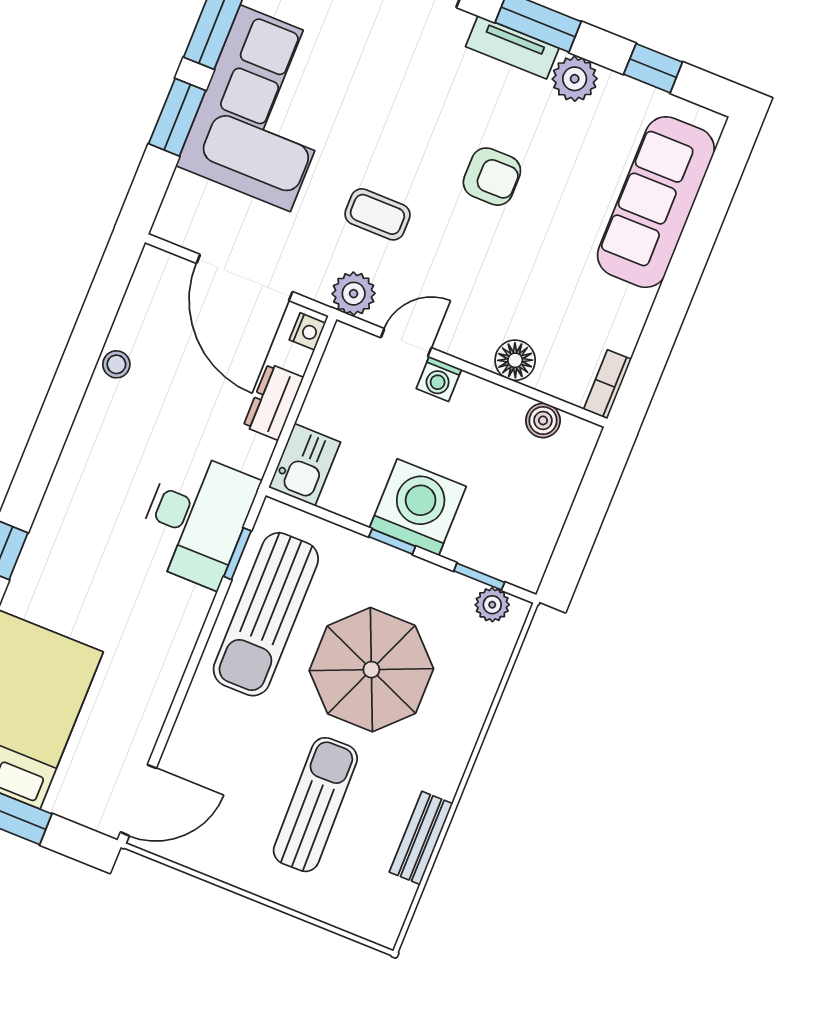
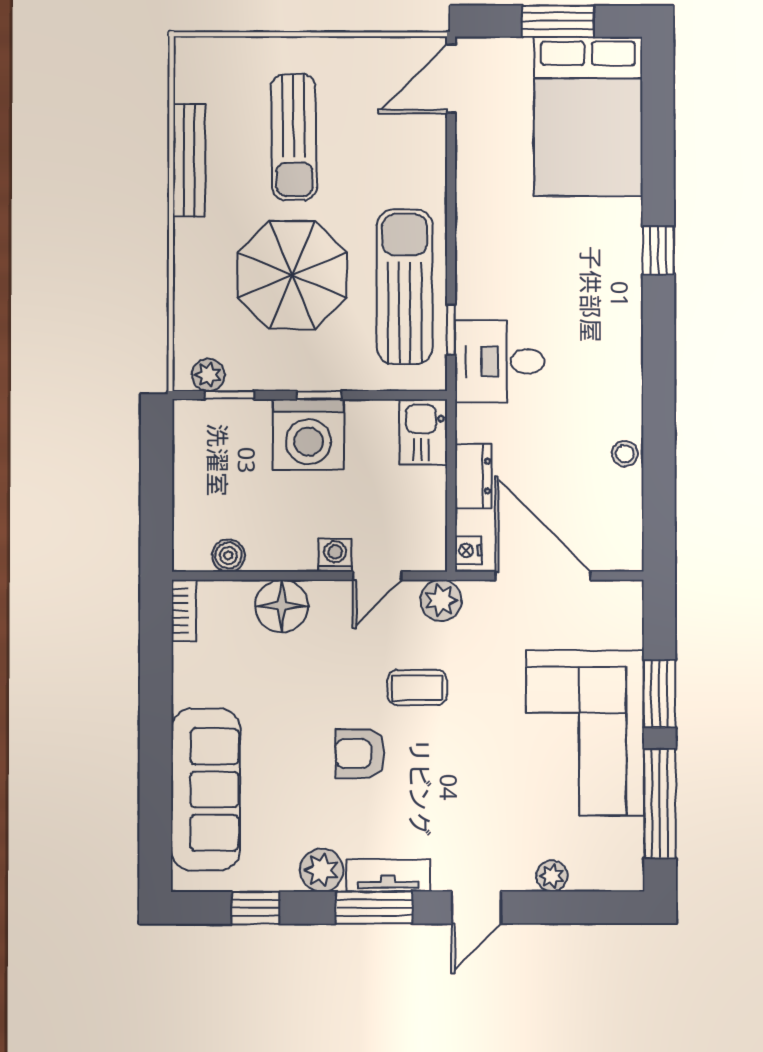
coffee table: (377, 214) -> (417, 687), moved
floor lamp: (515, 360) -> (282, 606), width x1.38, depth x1.38
desk: (196, 519) -> (500, 361), width x0.73
bench: (421, 838) -> (189, 160), width x1.36

